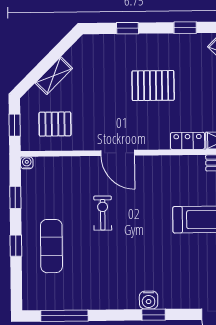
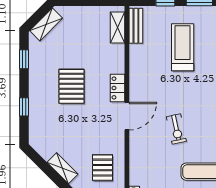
locker: (188, 141) -> (118, 88), moved
exercise bike: (103, 213) -> (176, 129), turned -102

